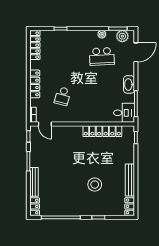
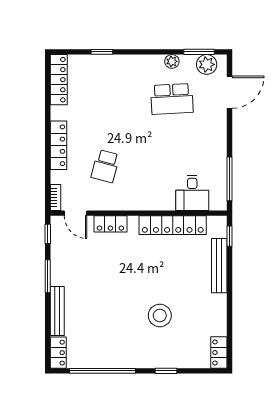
washbasin: (129, 84) -> (218, 146), removed
desk: (124, 113) -> (192, 193), moved, turned 90
locker: (66, 130) -> (110, 224), added
bench: (130, 180) -> (219, 266), moved

